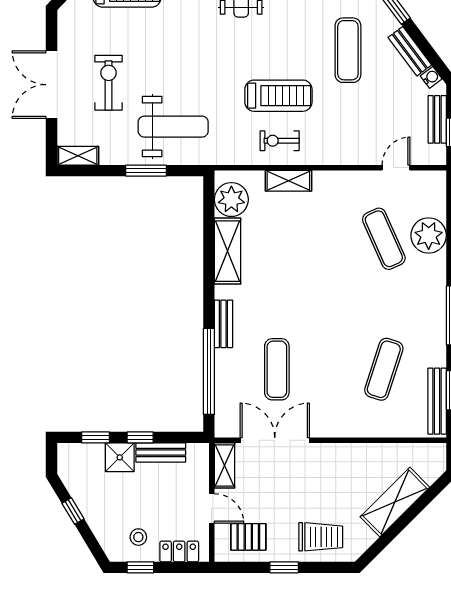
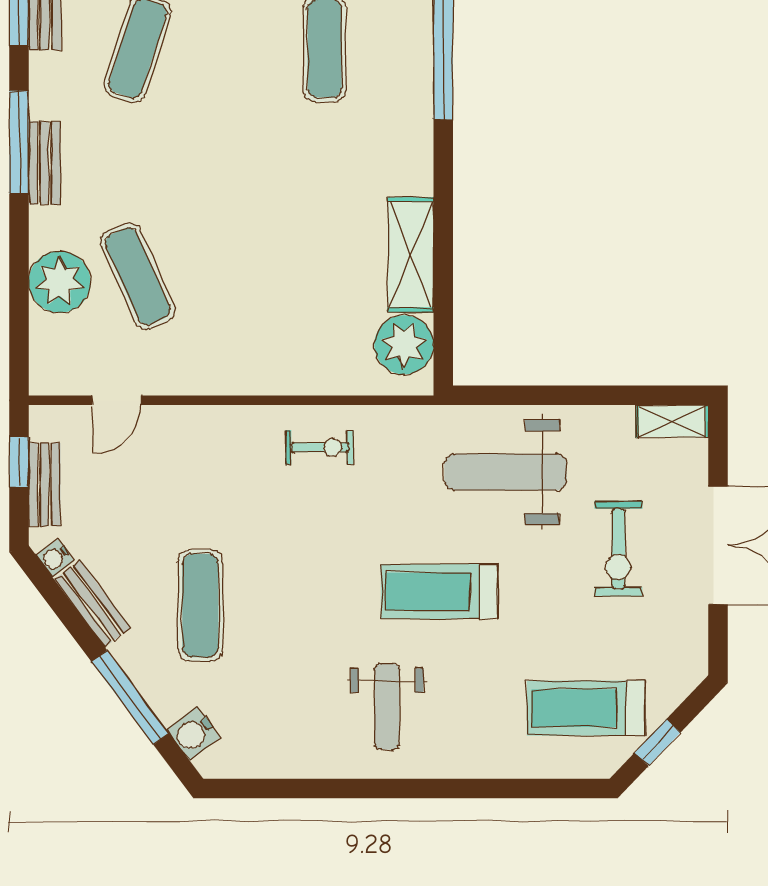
treadmill: (278, 96) -> (439, 592), moved
window: (146, 171) -> (553, 395), removed
shelving: (288, 181) -> (304, 378), removed
bench: (223, 324) -> (45, 163), moved

